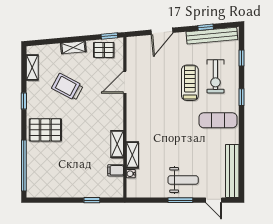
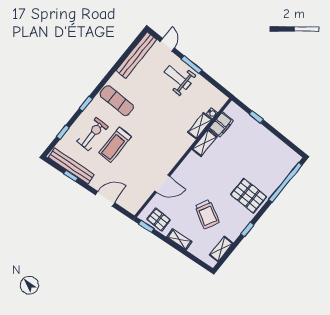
filing cabinet: (116, 170) -> (221, 125), width x2.00

